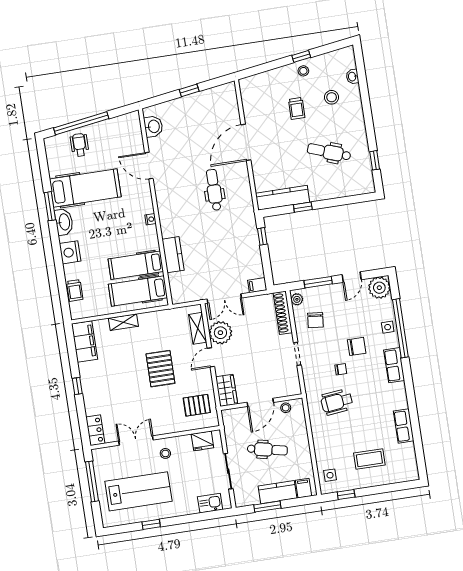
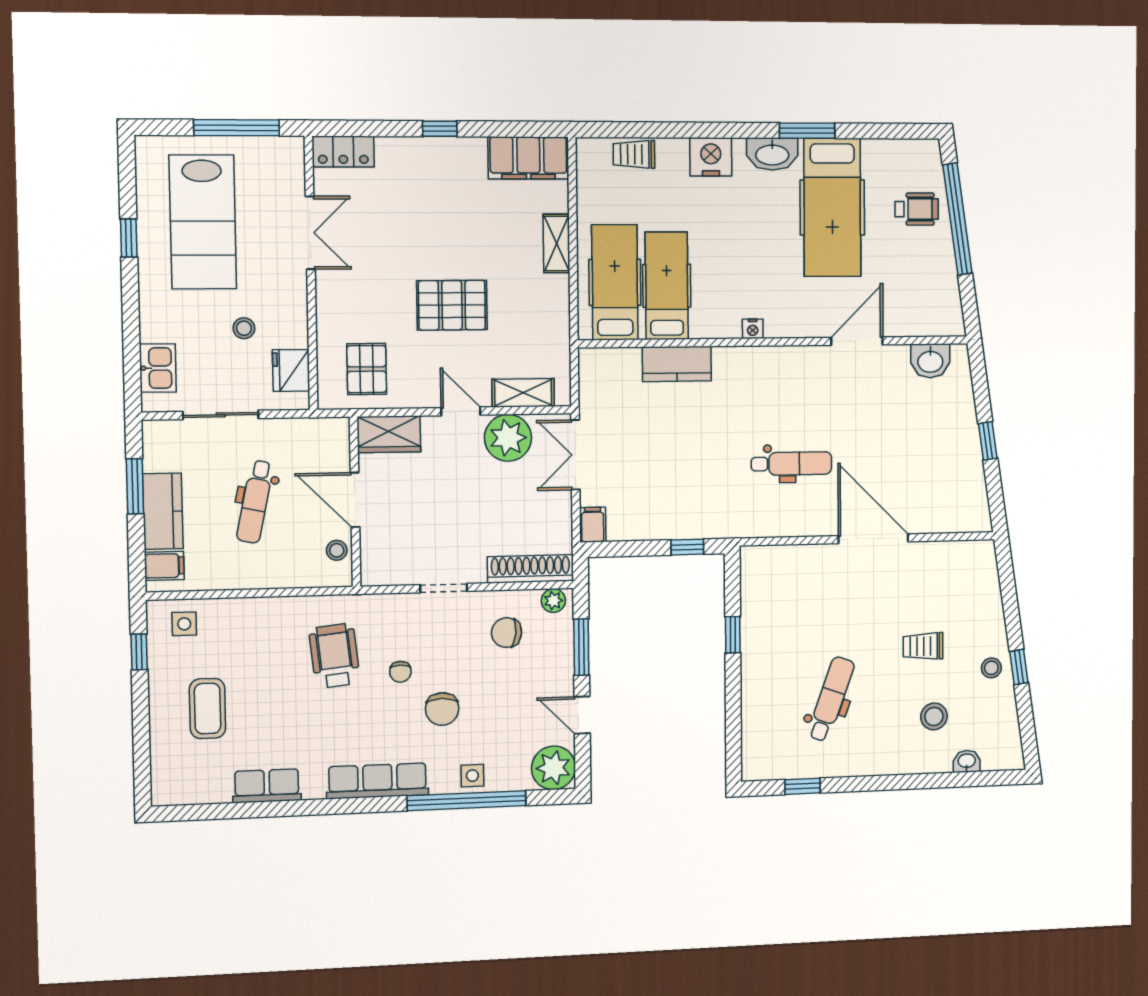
kitchen counter: (283, 198) -> (757, 597), removed
row of seats: (394, 365) -> (377, 781), width x1.48
stool: (165, 453) -> (244, 328), moved

